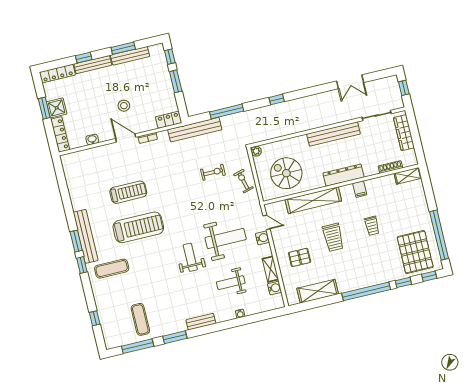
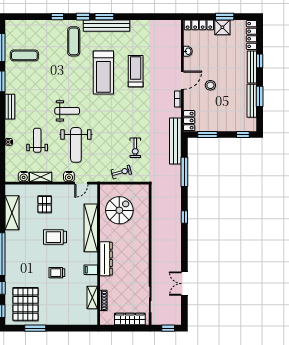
window: (176, 81) -> (207, 135), moved
bench: (334, 134) -> (143, 259), removed
plant: (256, 151) -> (144, 189), removed
shelving: (408, 176) -> (92, 298), moved
treadmill: (128, 192) -> (136, 71), turned 180
window: (439, 235) -> (35, 328), width x0.47
pallet: (415, 252) -> (25, 304), turned 90
window: (95, 318) -> (57, 17), moved

